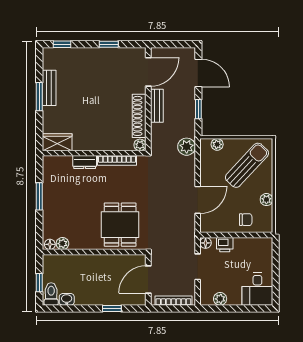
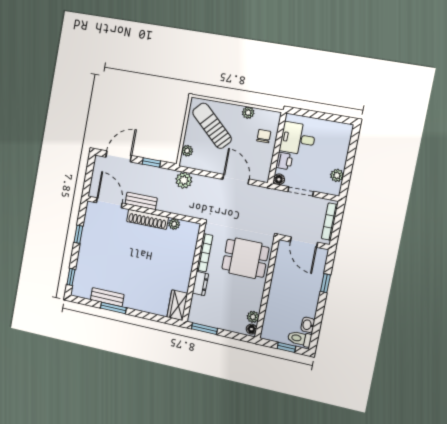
wardrobe: (57, 142) -> (177, 305), moved
wall: (94, 153) -> (194, 273), moved
bookcase: (117, 160) -> (205, 253), moved
dresser: (85, 162) -> (200, 284), moved
desk: (257, 289) -> (298, 139), moved, turned 180

